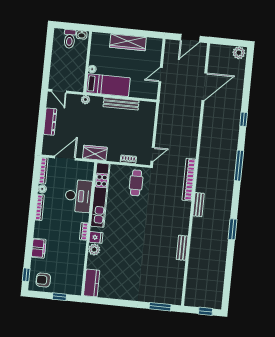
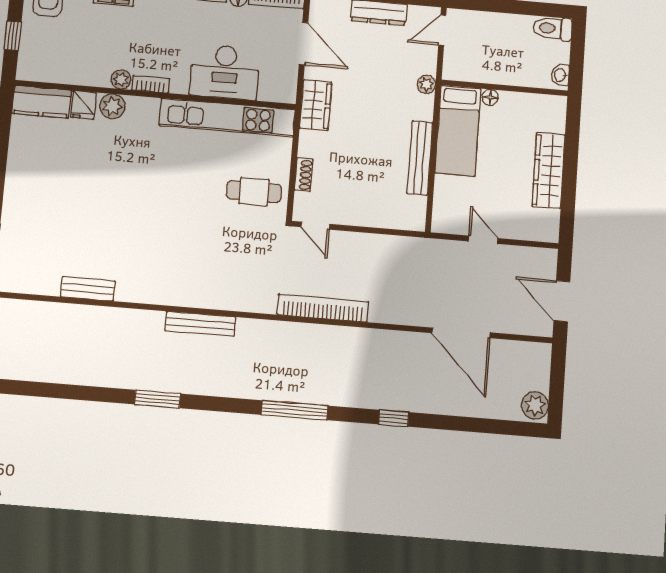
toilet: (70, 39) -> (553, 29), moved
bookcase: (189, 180) -> (323, 308), moved
bench: (198, 205) -> (200, 324), width x1.36
fridge: (96, 237) -> (83, 105), moved
plant: (81, 245) -> (121, 79), added
bench: (182, 248) -> (88, 289), moved

